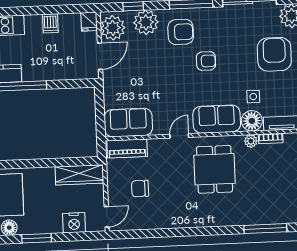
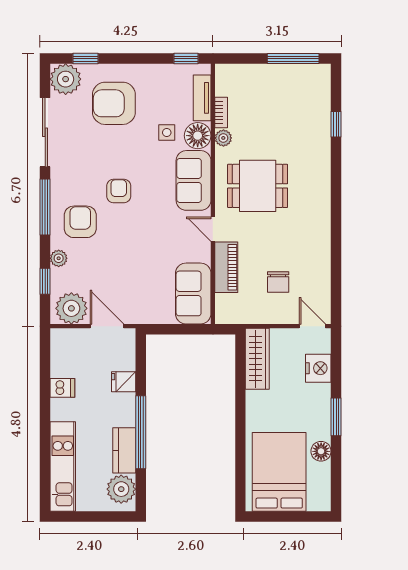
fridge: (89, 22) -> (124, 382), moved, turned 180
plant: (146, 22) -> (59, 258), width x0.53, depth x0.53
piano: (127, 149) -> (226, 267), moved
window: (265, 229) -> (336, 124), width x0.46

